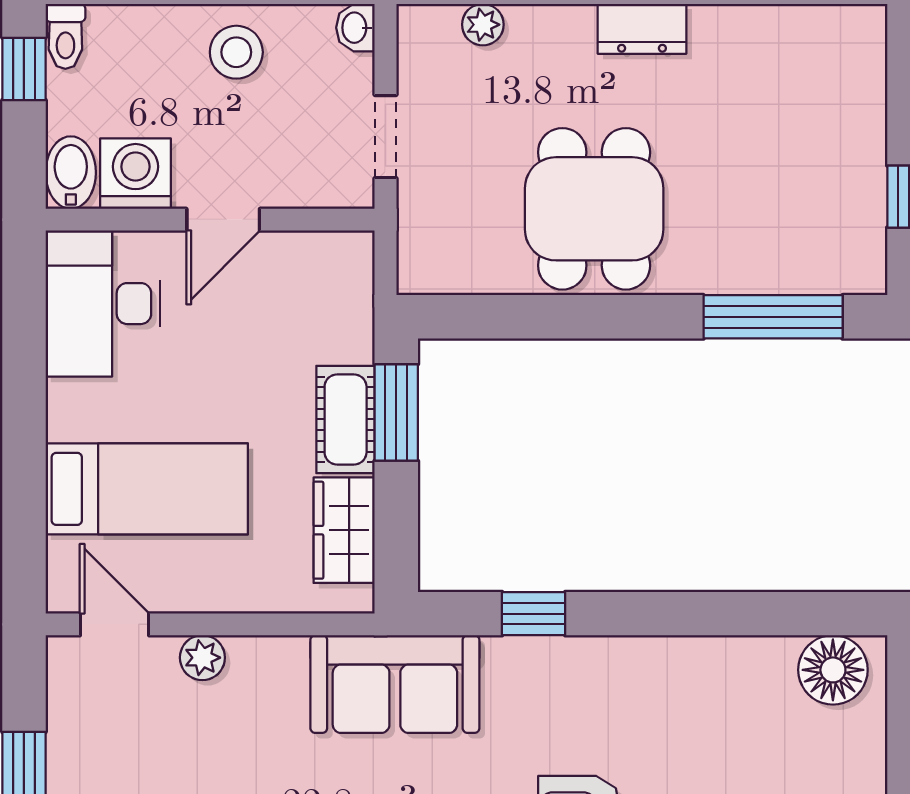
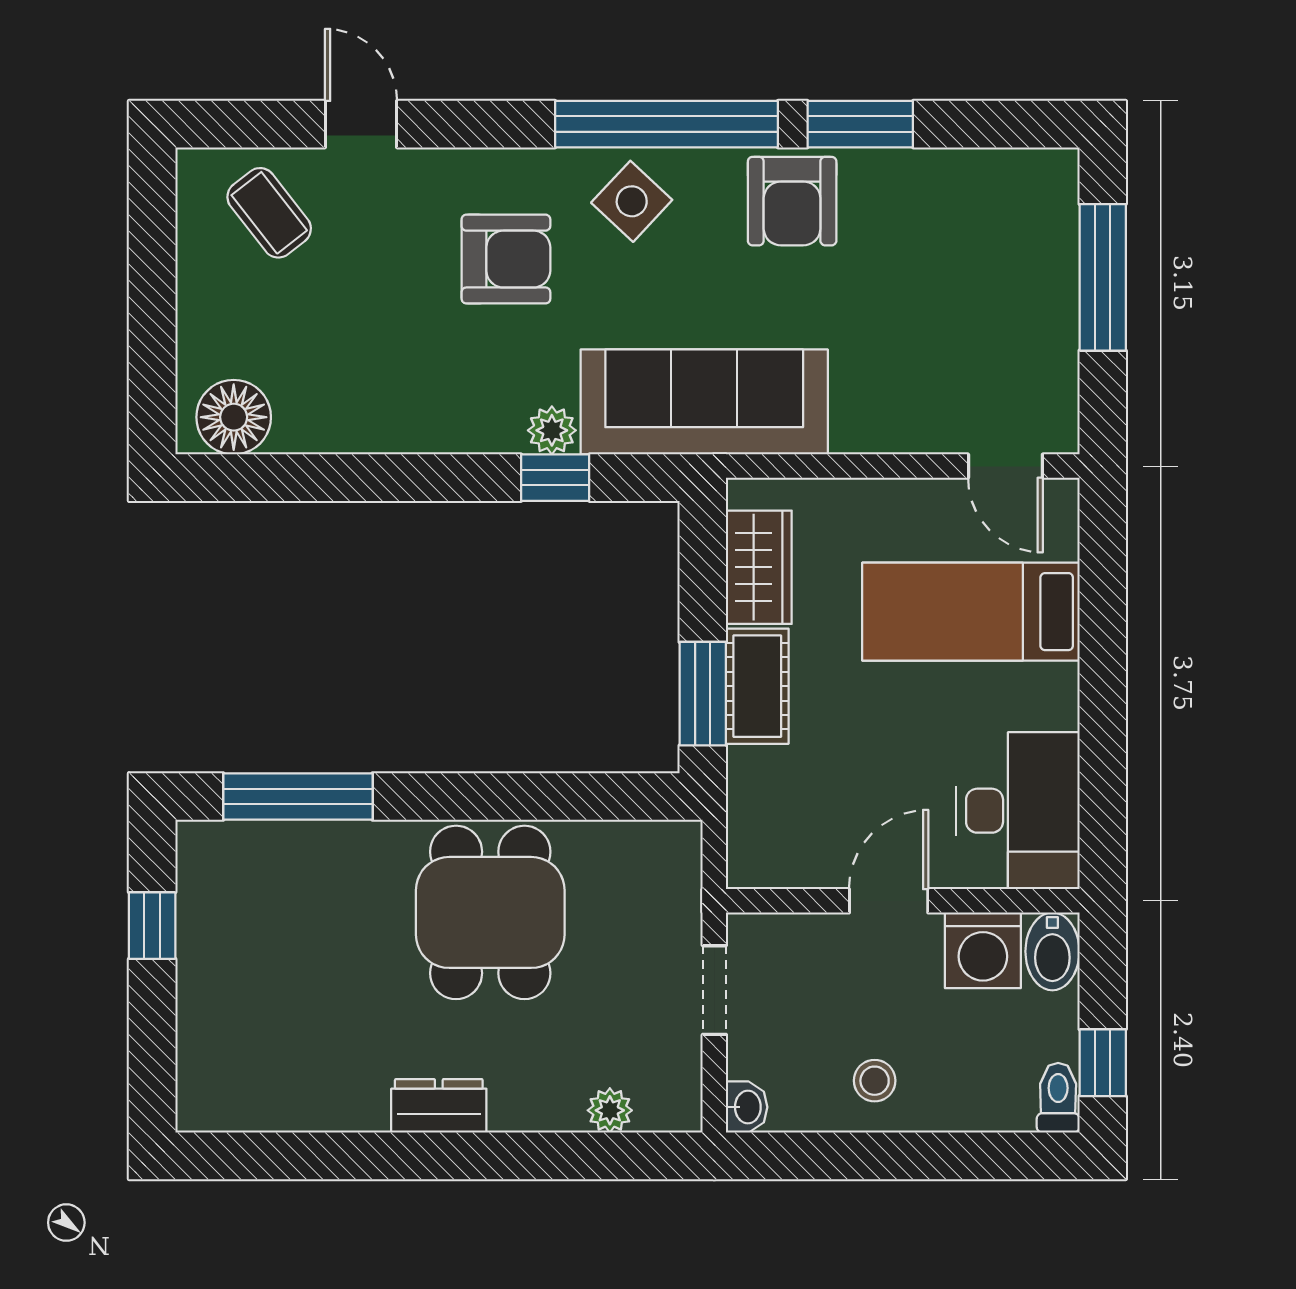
stool: (236, 52) -> (875, 1081), width x0.73, depth x0.73
plant: (202, 658) -> (552, 430), moved
sofa: (395, 684) -> (704, 402), width x1.36

